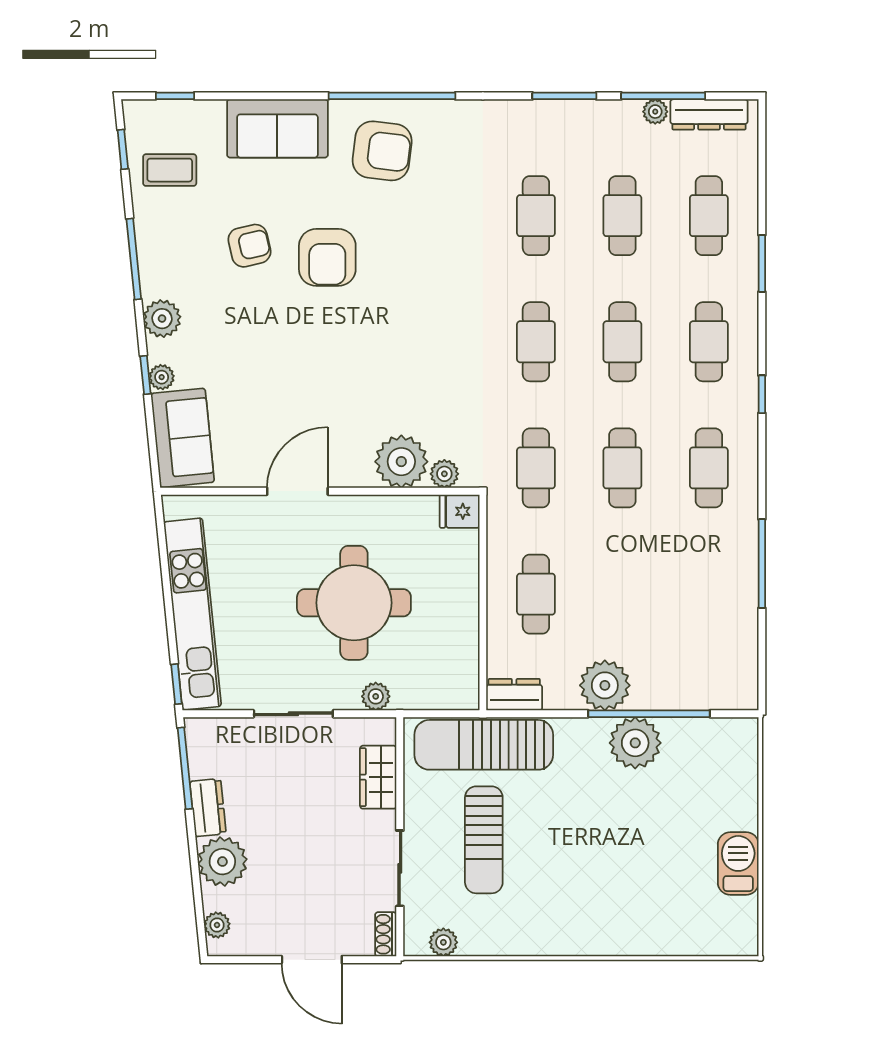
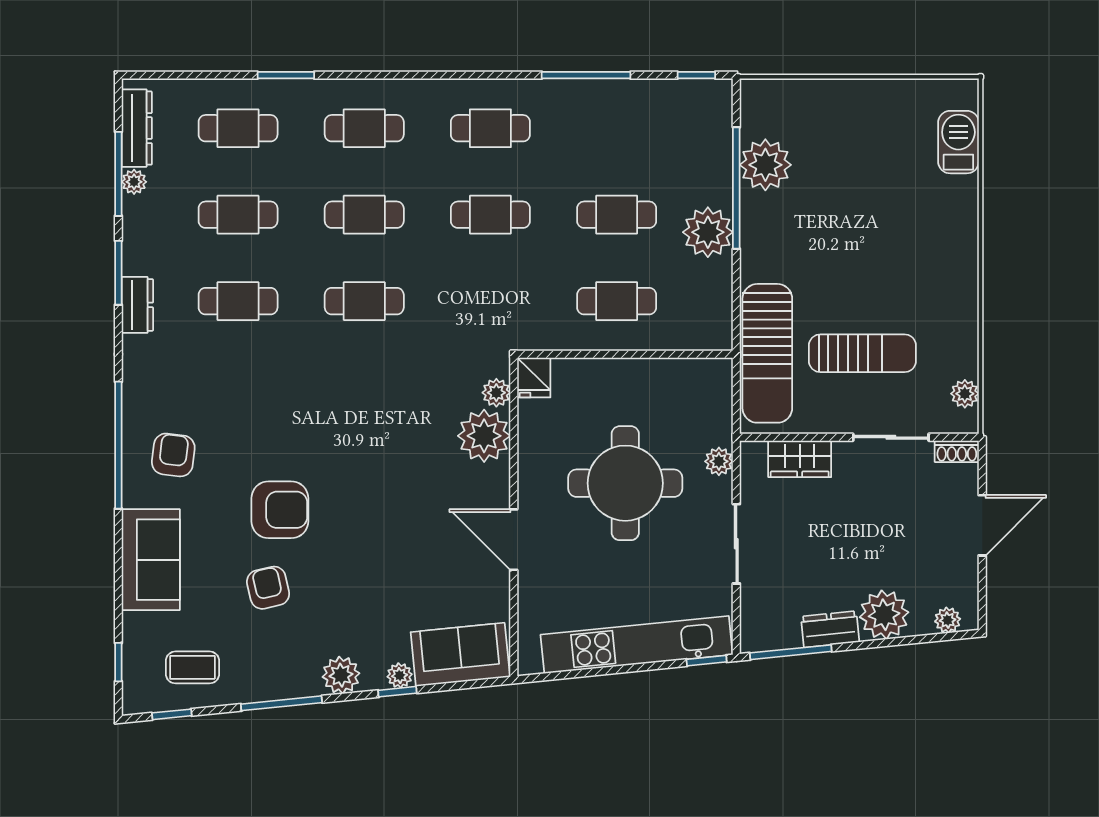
armchair: (382, 151) -> (173, 455), width x0.72, depth x0.72
coffee table: (170, 170) -> (192, 667), turned 90
window: (762, 394) -> (696, 75), moved
cafe table: (536, 468) -> (617, 215), moved
dresser: (514, 695) -> (137, 305), moved, turned 180
plant: (635, 743) -> (765, 165), moved
barbecue: (738, 863) -> (958, 142), moved, turned 90

